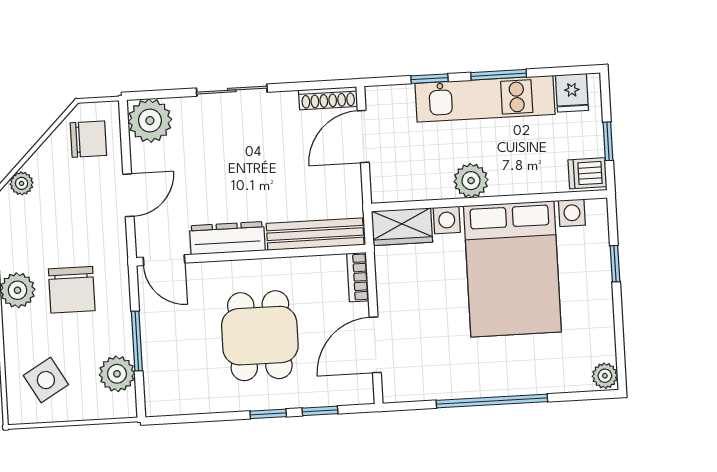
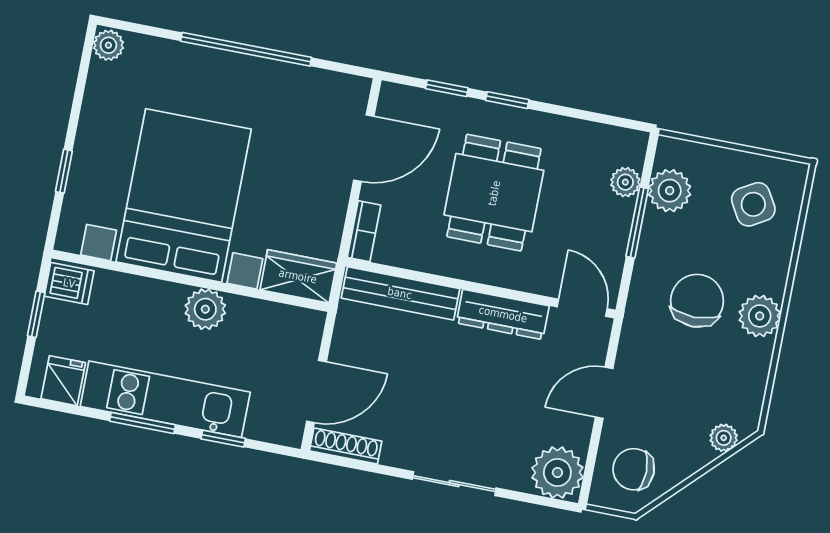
plant: (155, 372) -> (625, 182), added

